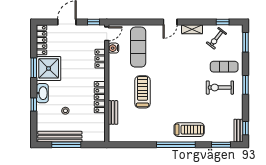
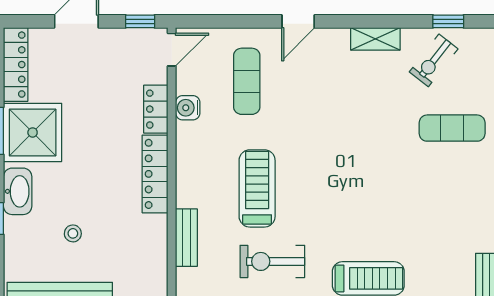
door: (170, 22) -> (298, 21), moved
exercise mat: (138, 47) -> (247, 81), width x0.73, depth x0.69
water cooler: (113, 48) -> (188, 108), moved
exercise bike: (220, 88) -> (272, 261), moved
locker: (100, 97) -> (155, 174), moved

